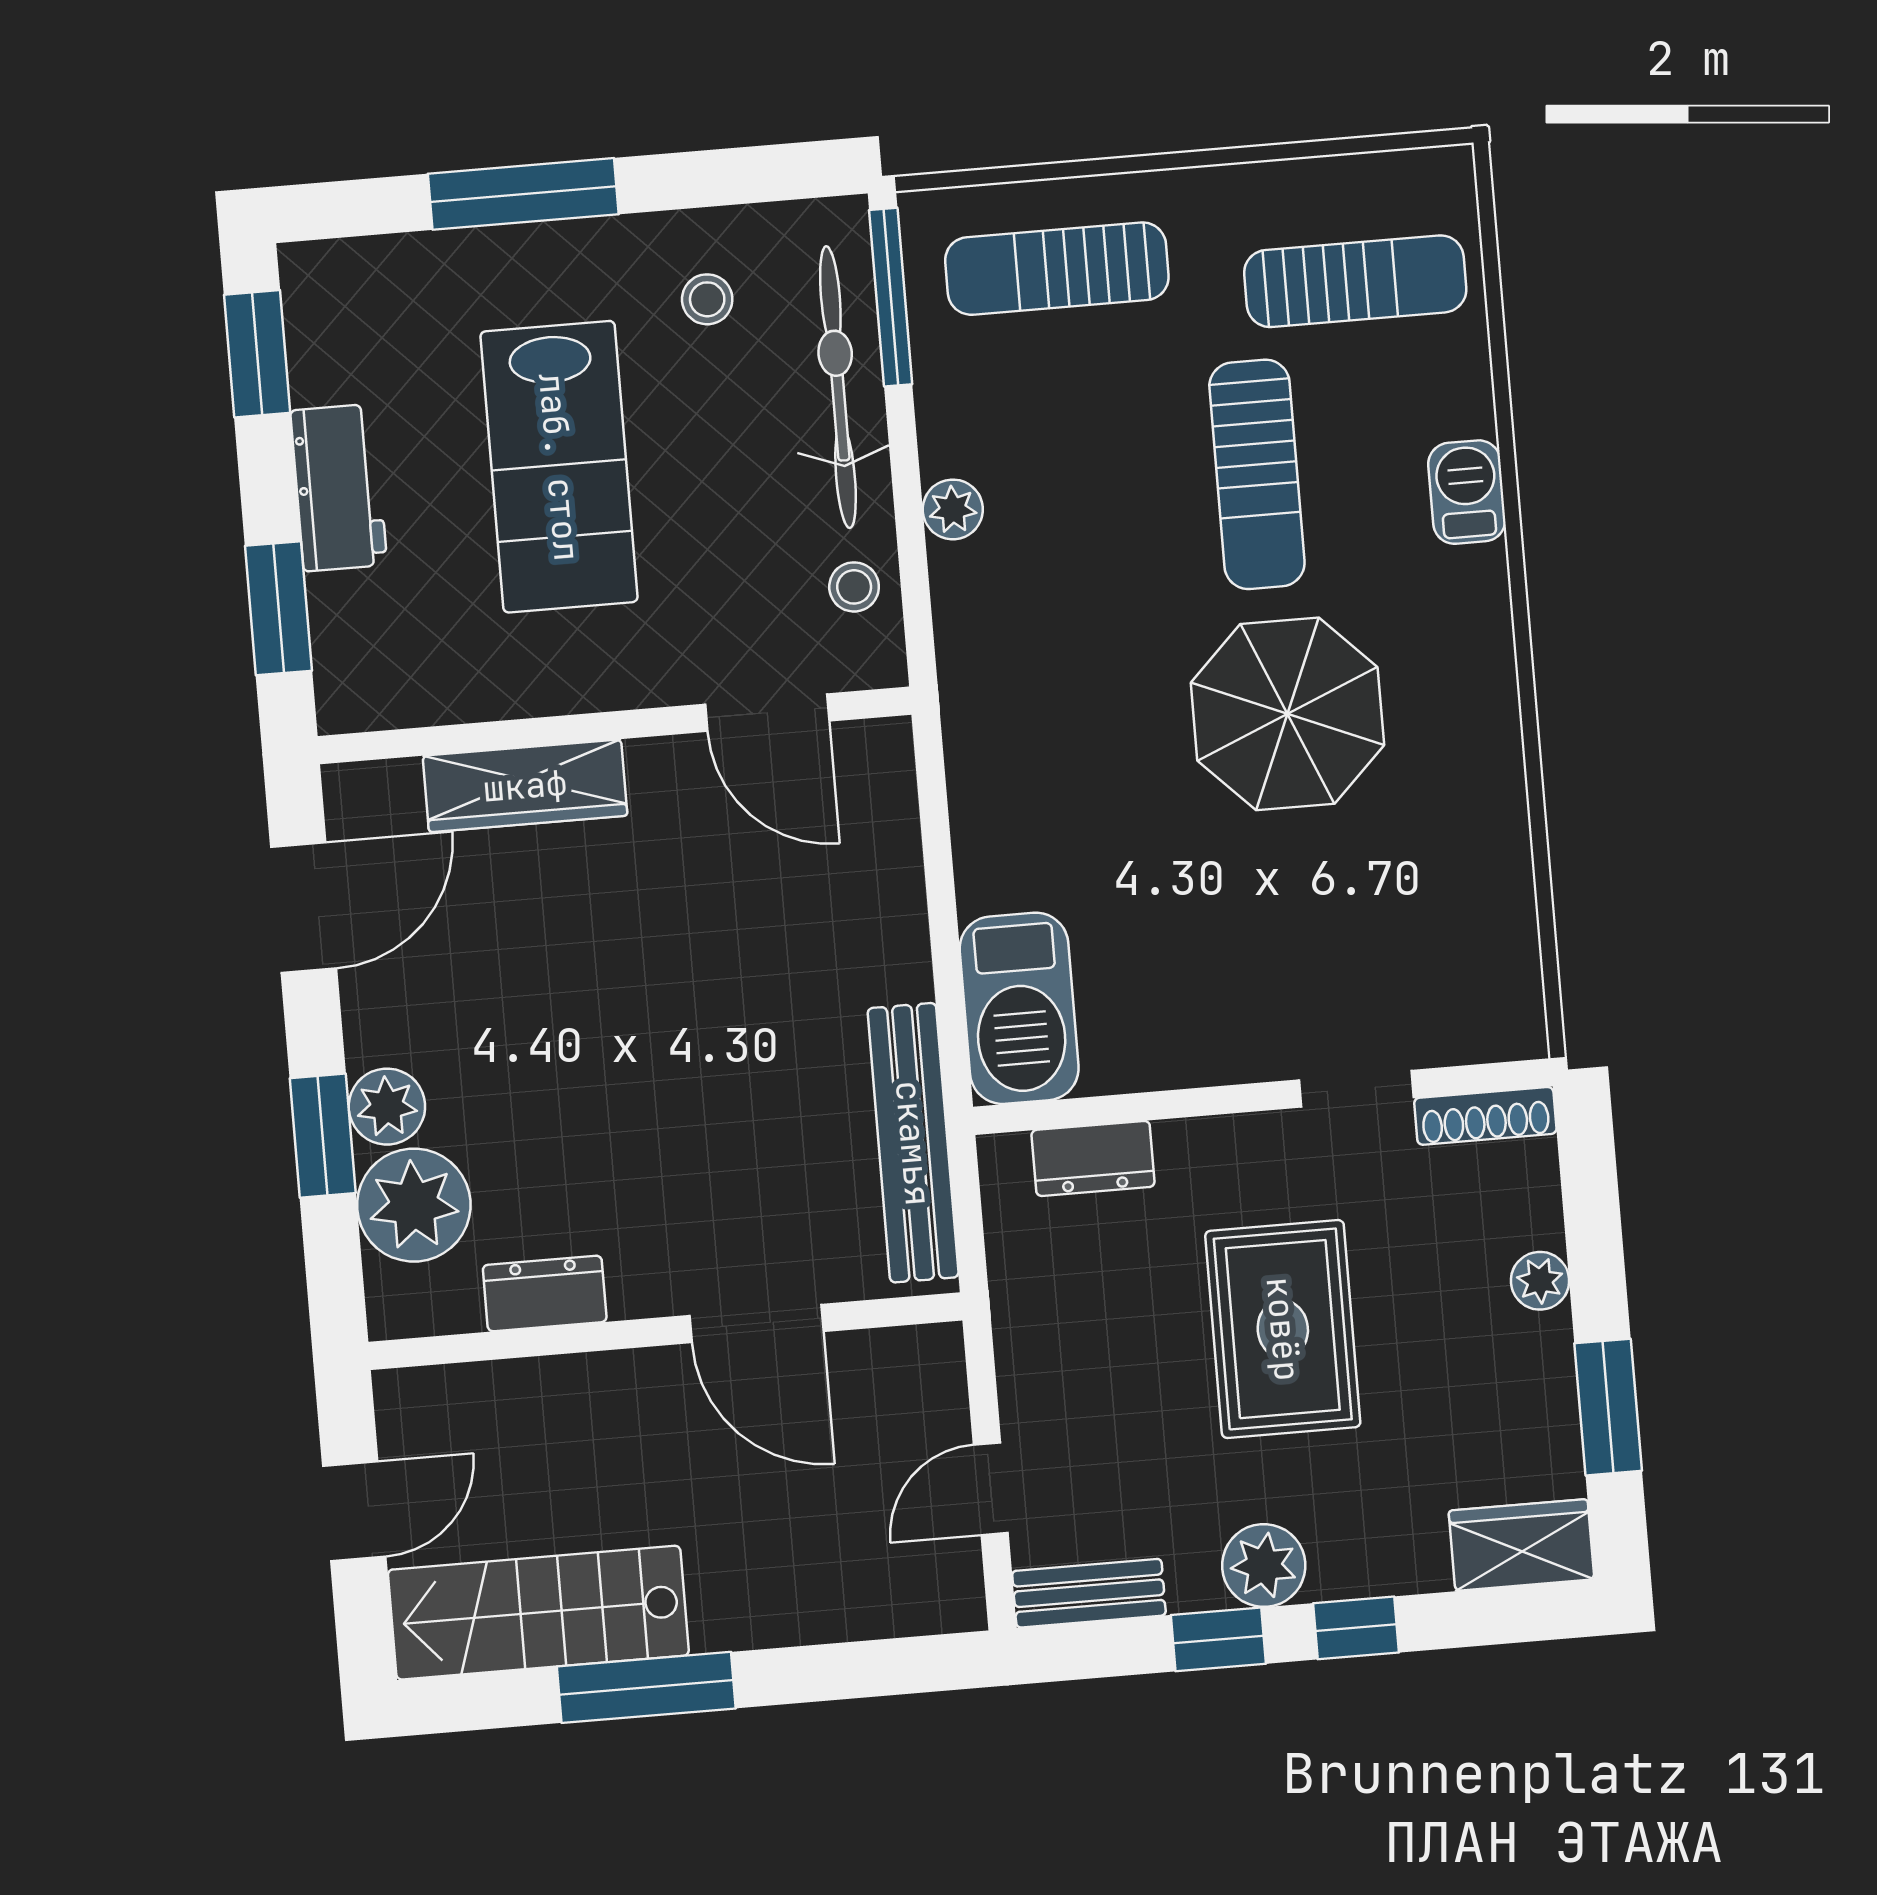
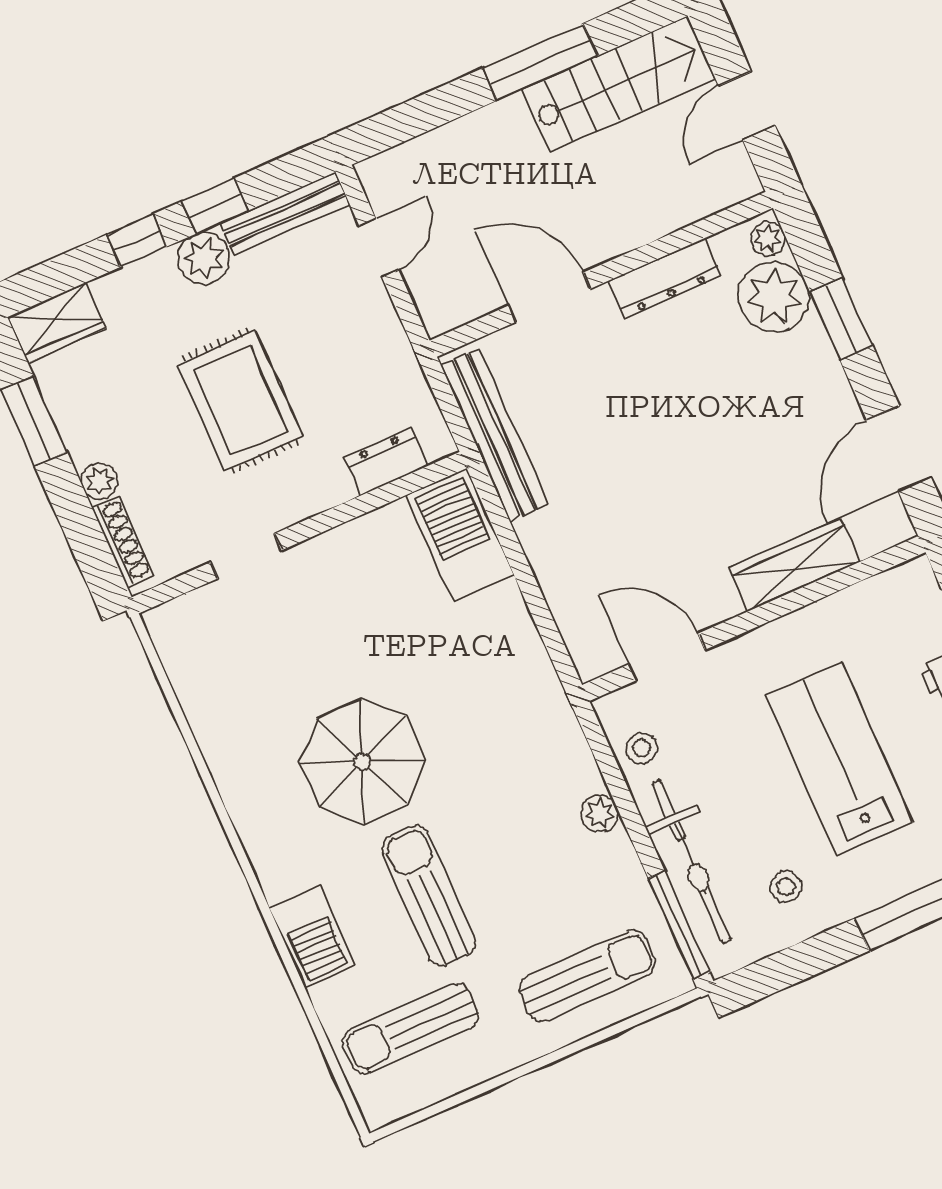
barbecue: (1467, 492) -> (312, 936), width x1.38, depth x1.27
plant: (387, 1107) -> (768, 239), moved, width x0.73, depth x0.73
shoe rack: (1485, 1116) -> (123, 541), moved, turned 90
dresser: (545, 1293) -> (665, 278), width x1.44
bench: (1089, 1593) -> (285, 214), width x1.36

